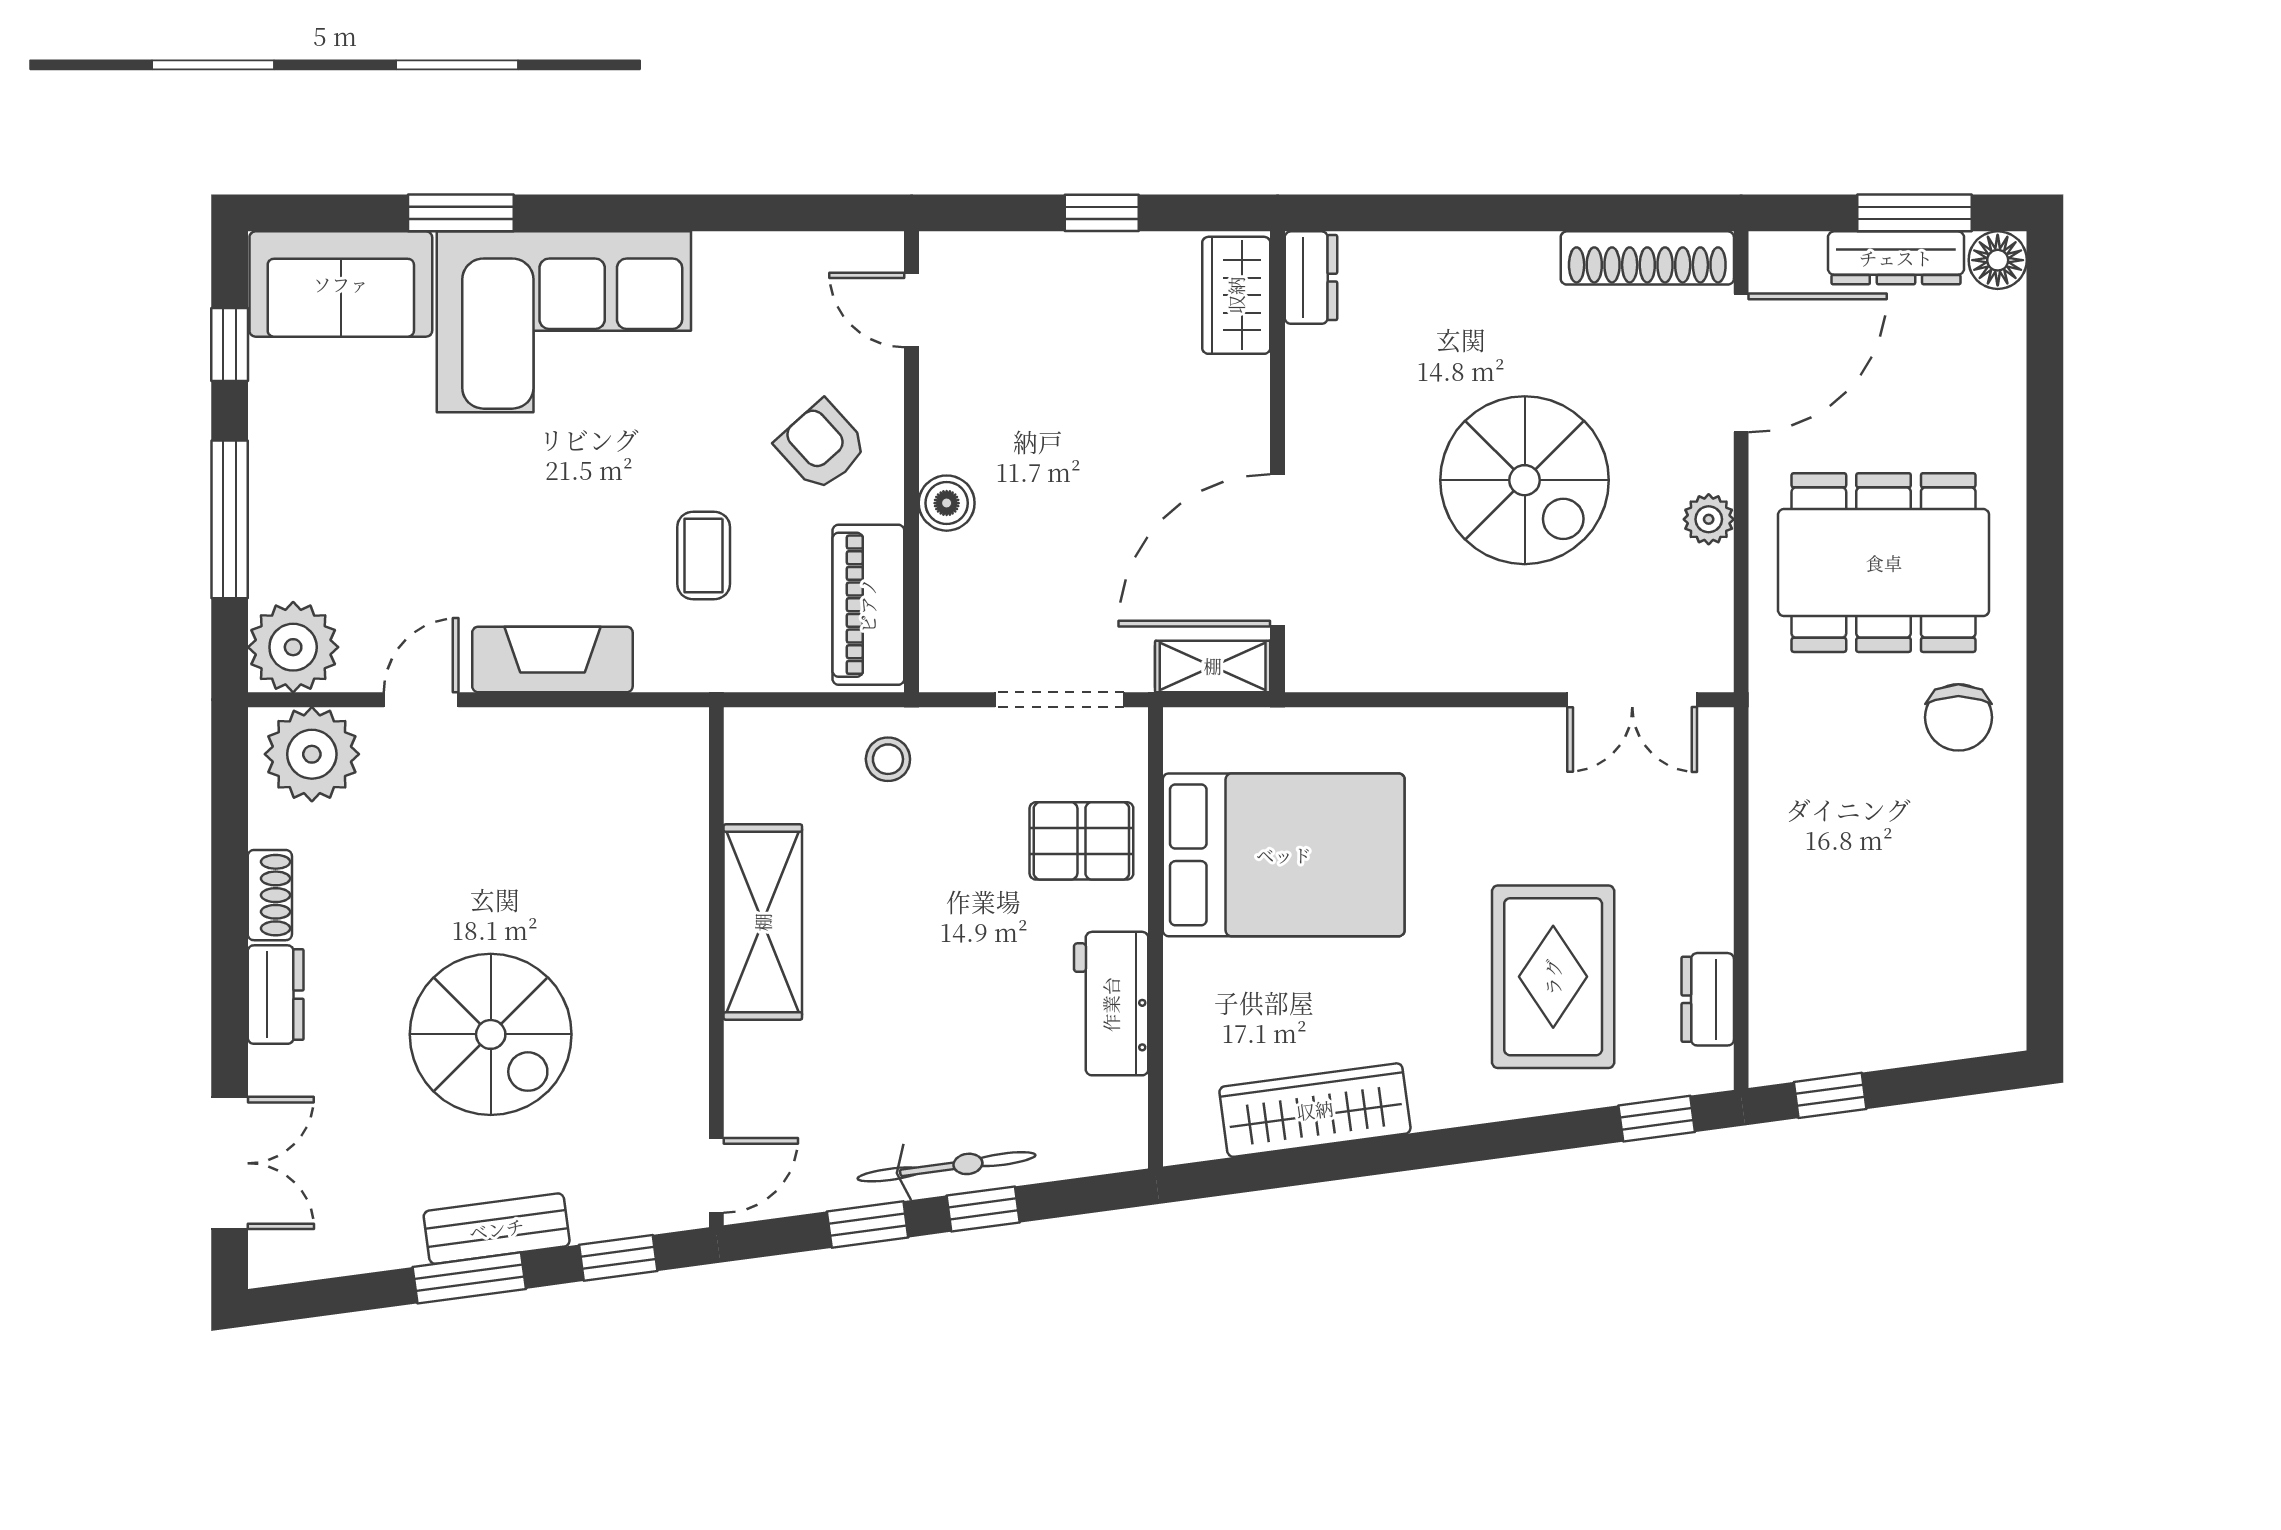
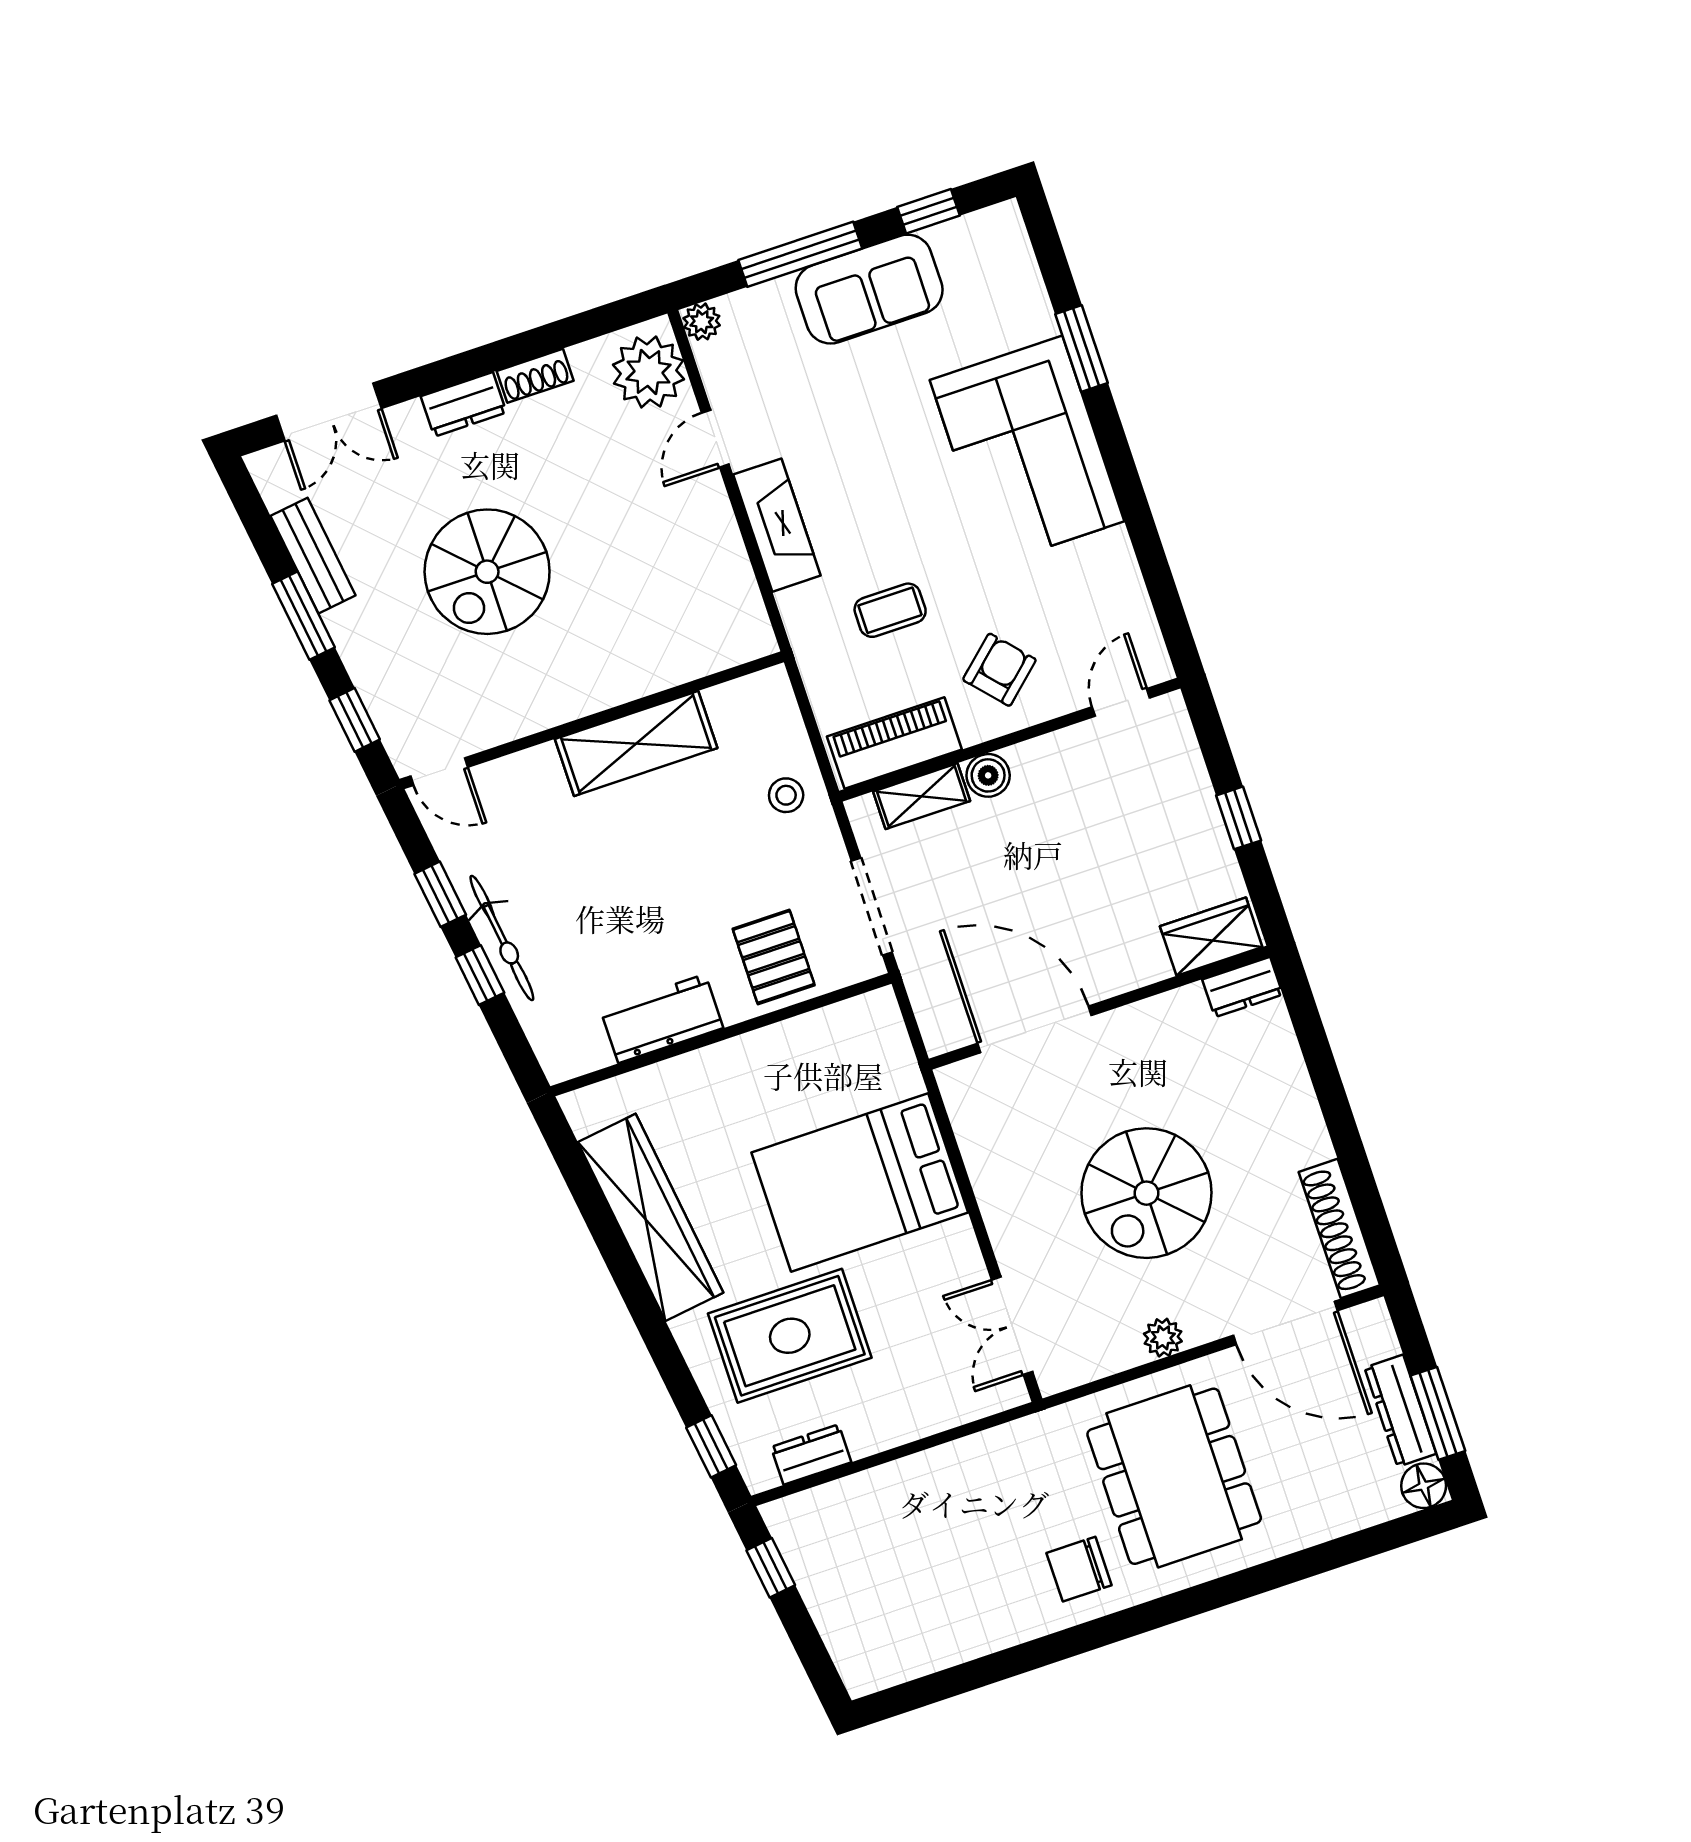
sofa: (341, 284) -> (869, 289), moved, turned -90
plant: (293, 647) -> (702, 322), width x0.53, depth x0.53
shelving: (1213, 666) -> (922, 796), moved, turned 90
door: (421, 700) -> (715, 439), swing flipped
bed: (1284, 855) -> (860, 1182), moved, turned 90
wardrobe: (1315, 1110) -> (651, 1217), width x1.40, depth x1.17
bench: (497, 1229) -> (313, 556), moved

